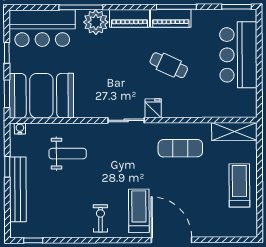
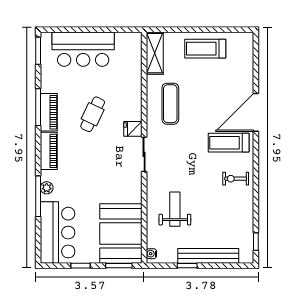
plant: (96, 22) -> (47, 188), width x0.53, depth x0.53

